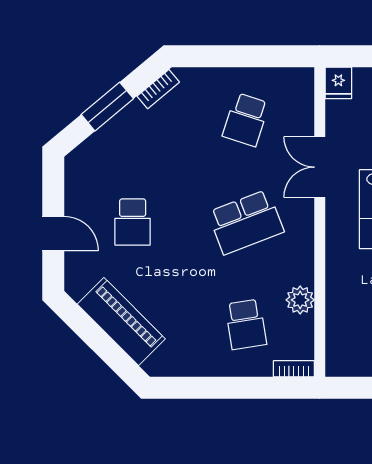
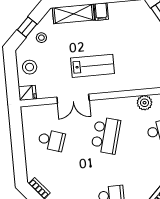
school desk: (246, 222) -> (106, 135), turned 36

